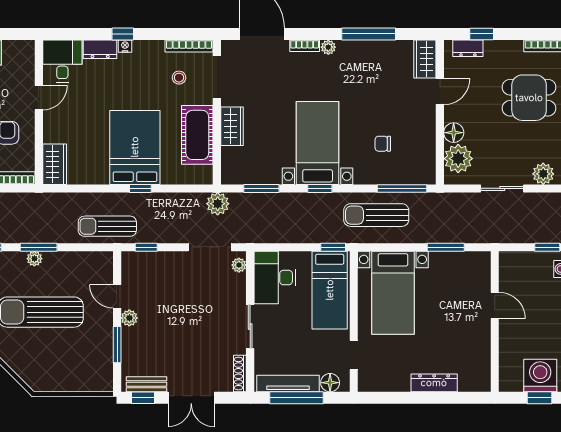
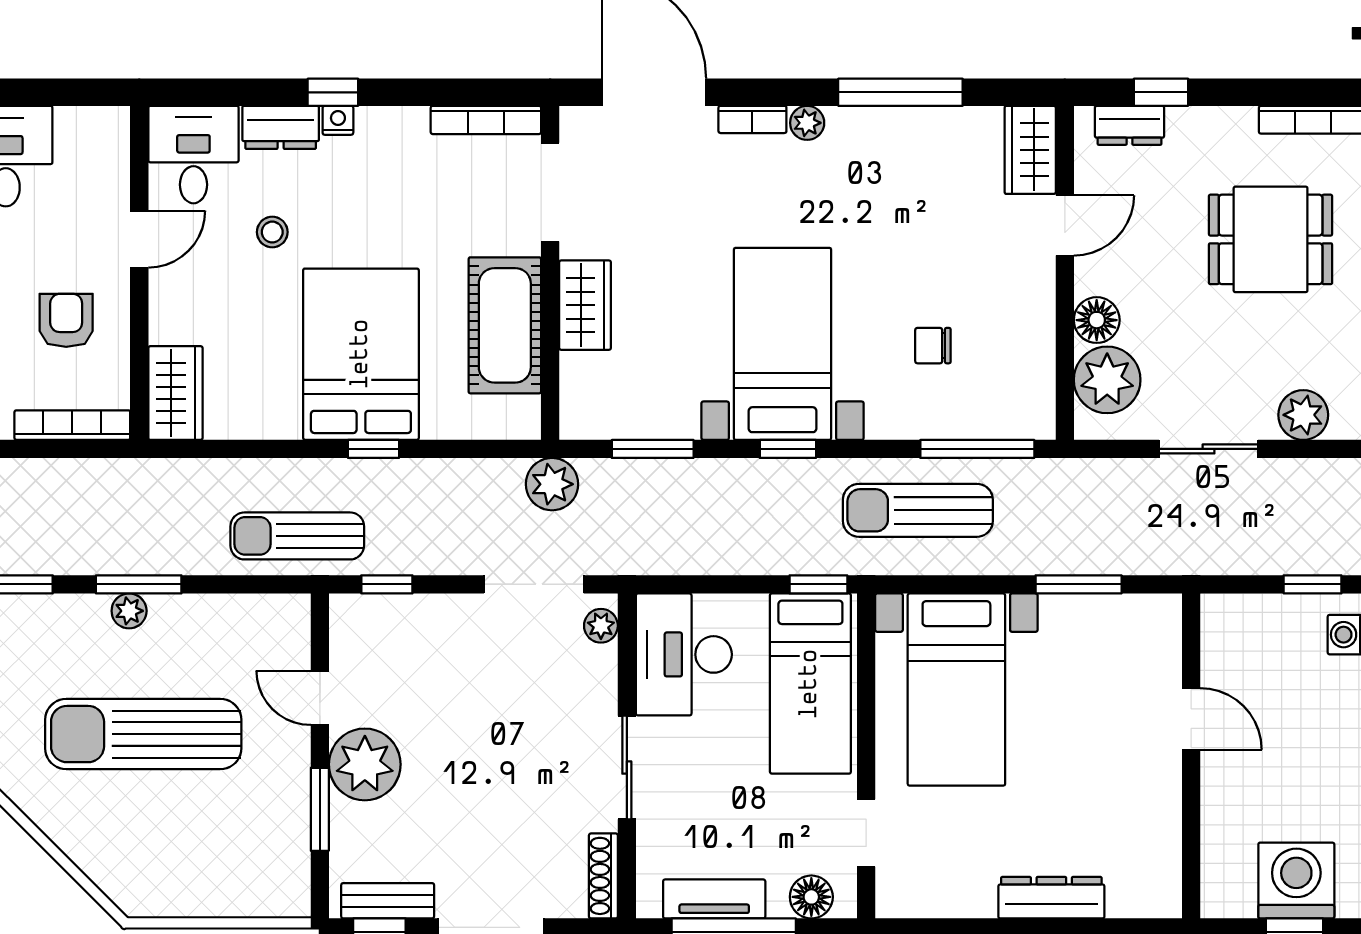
stool: (179, 78) -> (272, 232), moved
plant: (129, 318) -> (365, 764), width x1.88, depth x1.88
tv unit: (288, 383) -> (714, 899), width x0.71

